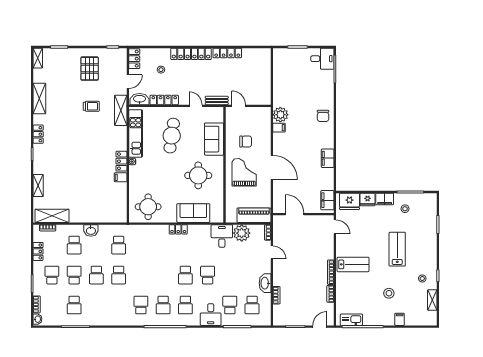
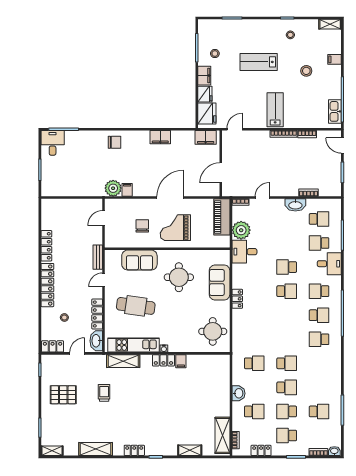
door: (128, 82) -> (77, 353), hinge flipped
door: (239, 106) -> (104, 218), moved
shelving: (121, 110) -> (123, 361), moved
shelving: (432, 300) -> (330, 24), moved
school desk: (185, 305) -> (319, 291), turned 180

